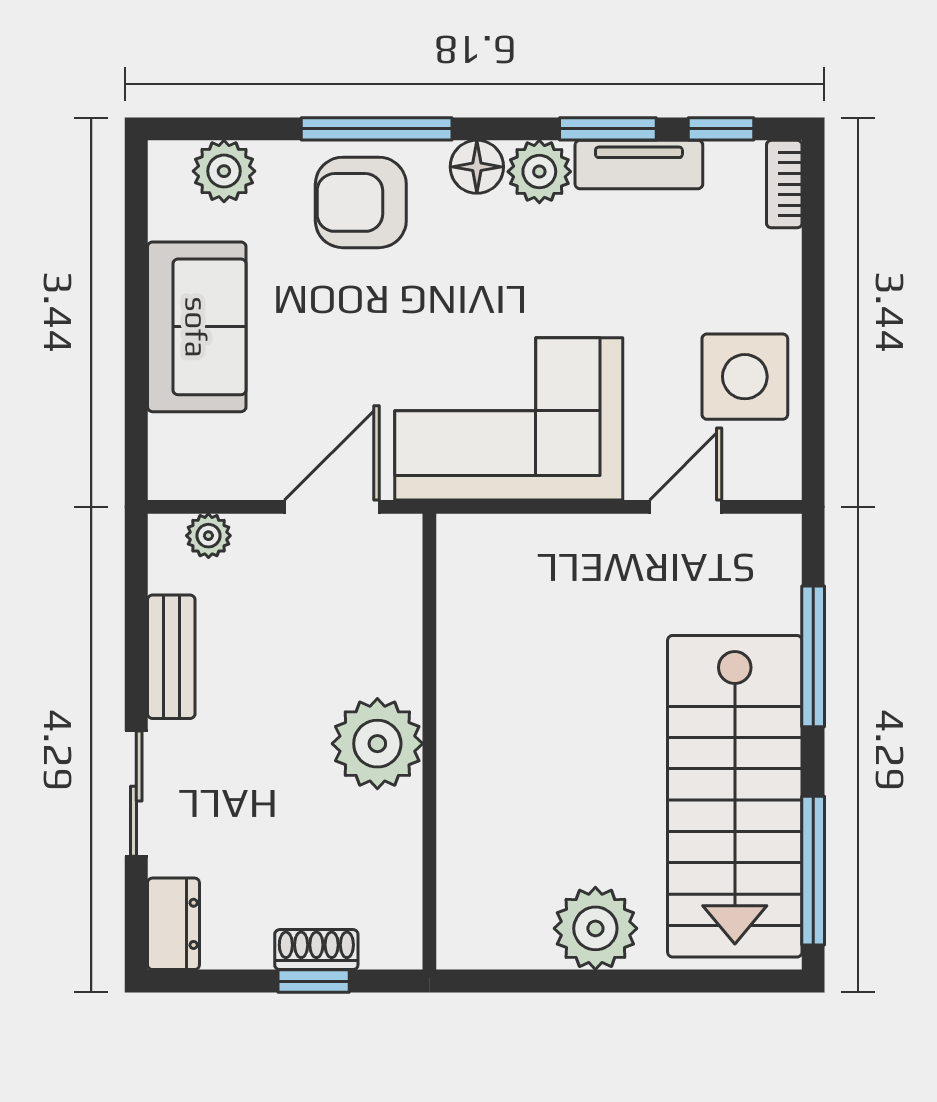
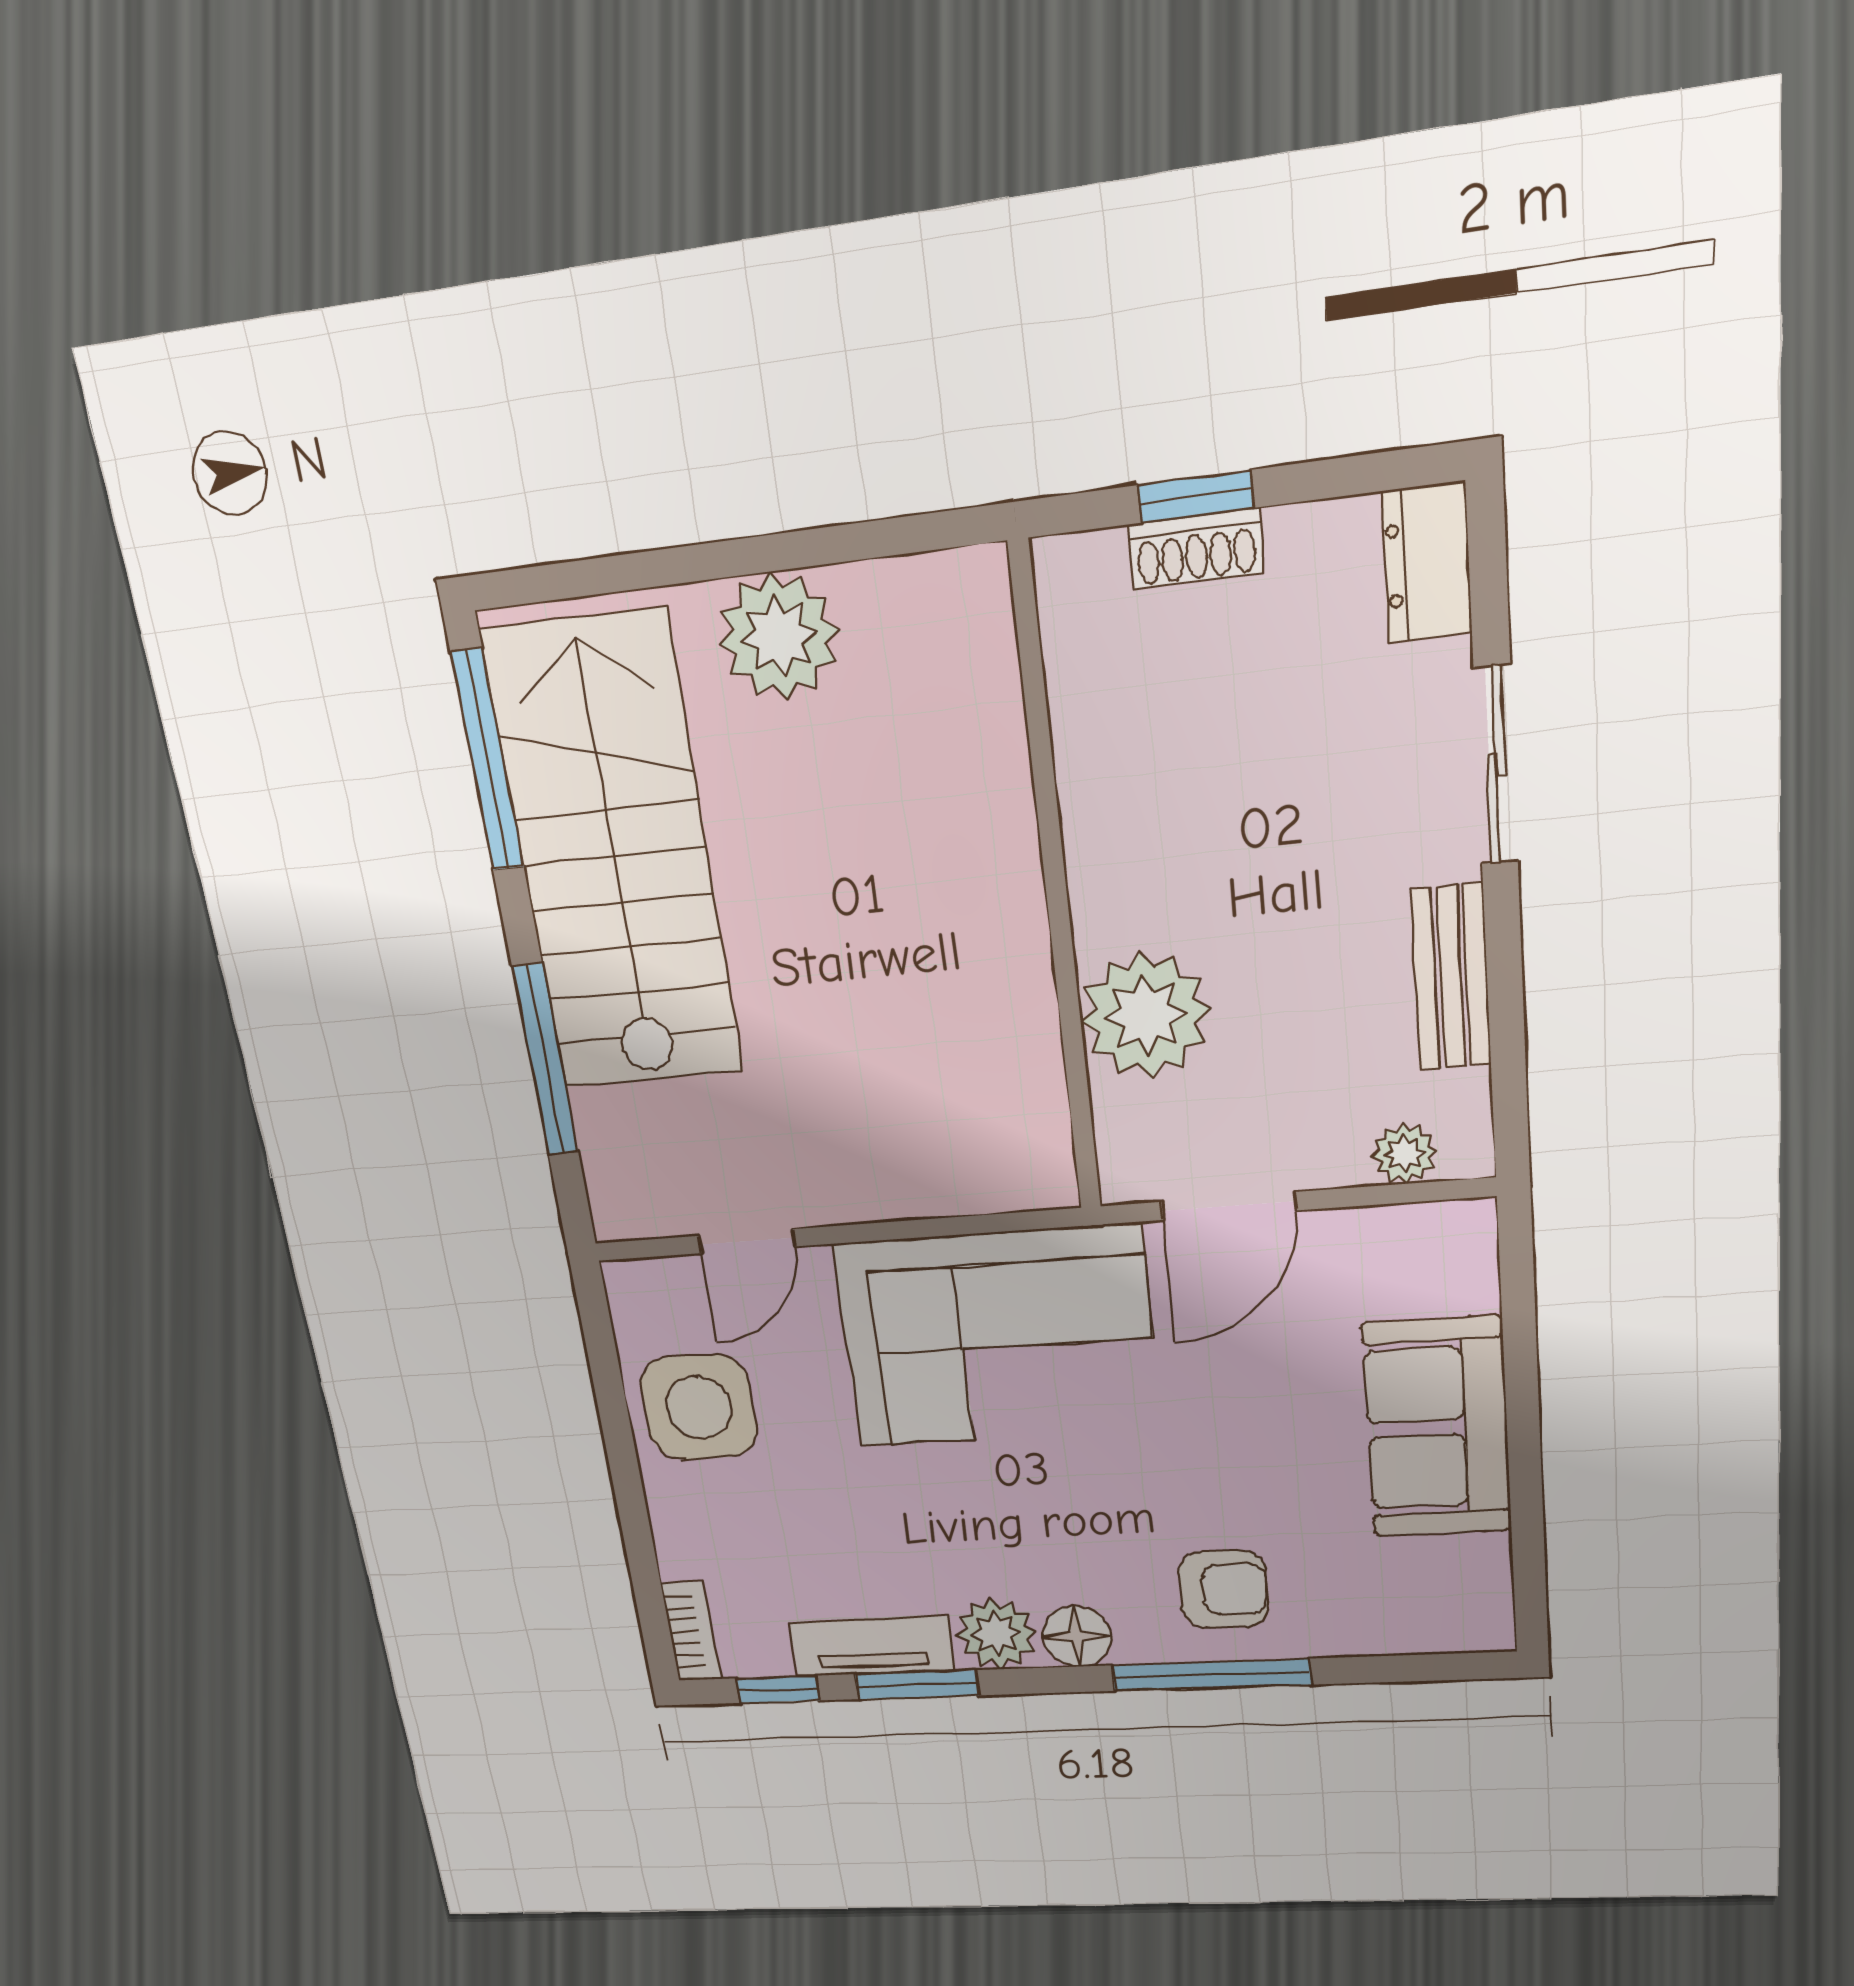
plant: (224, 171) -> (1410, 1619), removed
armchair: (361, 202) -> (1224, 1589), width x0.72, depth x0.72
plant: (377, 744) -> (1146, 1016), moved

